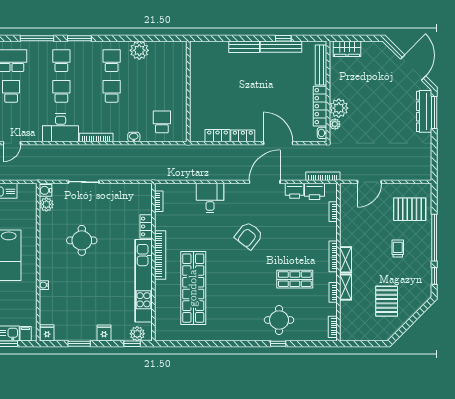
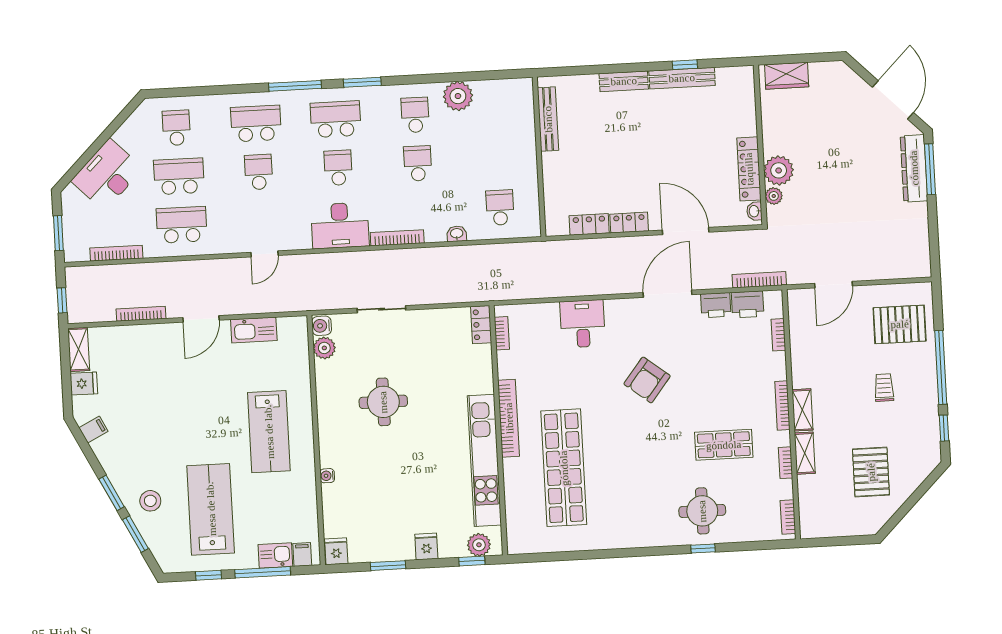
school desk: (61, 61) -> (336, 119), width x1.85
bench: (321, 65) -> (548, 119), moved
locker: (146, 226) -> (481, 325), moved

